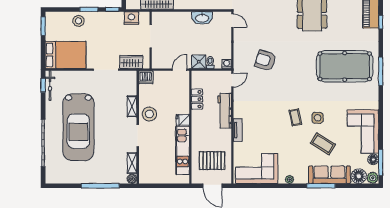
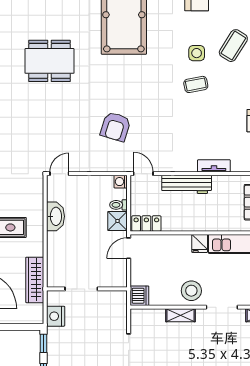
wardrobe: (131, 62) -> (118, 316), removed
door: (180, 70) -> (129, 248), hinge flipped
locker: (197, 99) -> (146, 223), moved

